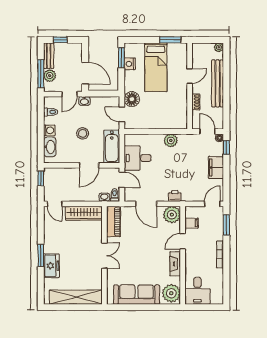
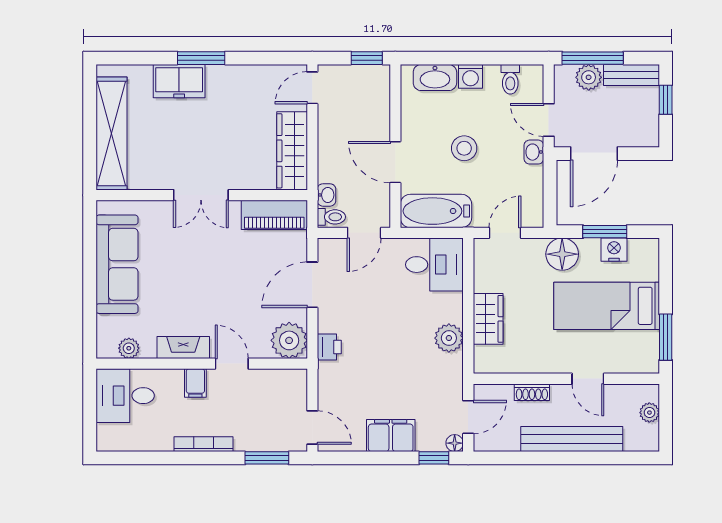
plant: (219, 47) -> (649, 413), moved
window: (121, 58) -> (605, 232), moved
floor lamp: (132, 99) -> (562, 254), moved
wardrobe: (162, 122) -> (488, 319), added
desk: (138, 158) -> (434, 265), moved, turned 90
filing cabinet: (192, 223) -> (195, 383), moved
plant: (171, 293) -> (129, 348), width x0.53, depth x0.53

